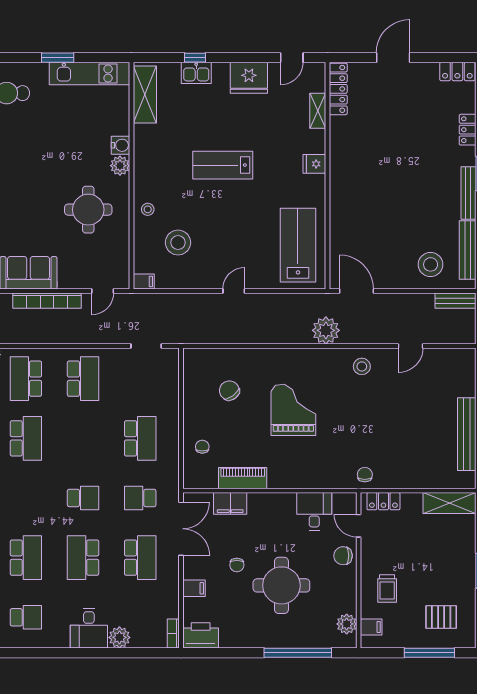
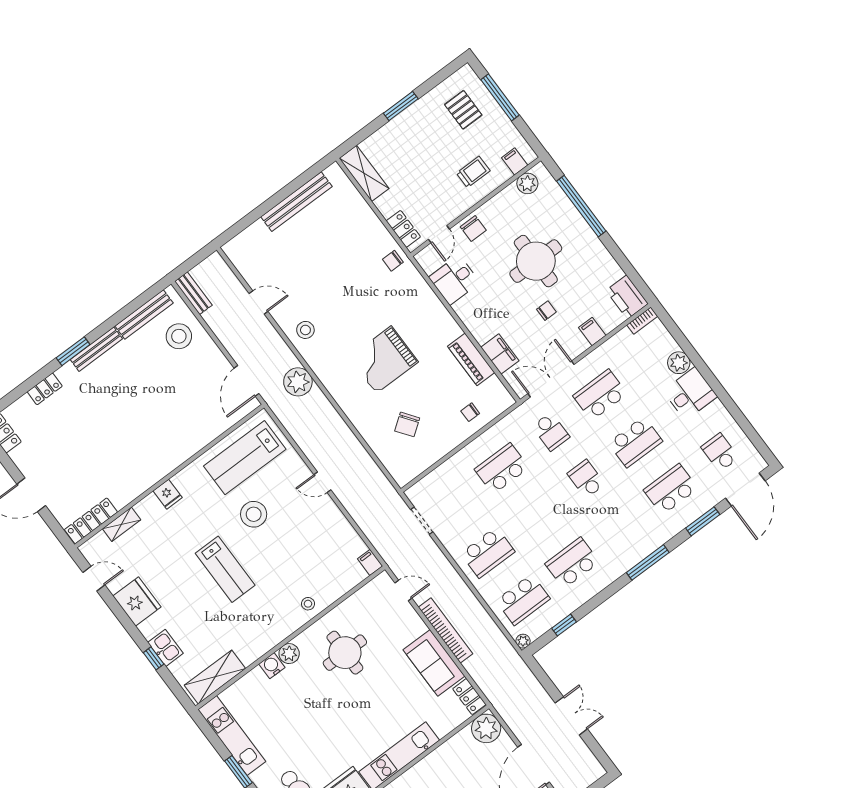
stool: (178, 243) -> (254, 514), moved
school desk: (83, 379) -> (488, 553), turned 180

